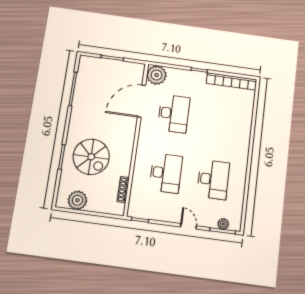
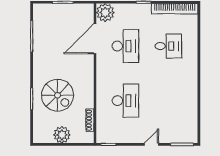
desk: (213, 179) -> (168, 46), moved, width x0.73
plant: (77, 200) -> (62, 135), moved
plant: (223, 224) -> (182, 138), removed
door: (188, 226) -> (151, 144), hinge flipped

